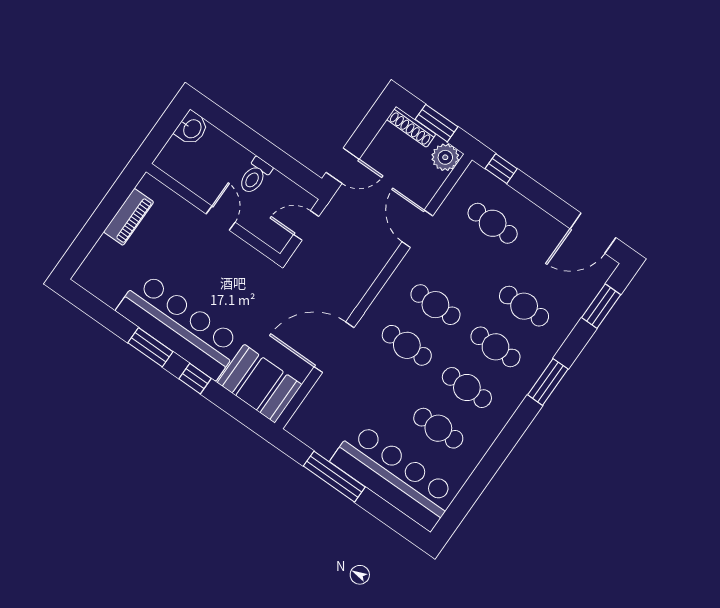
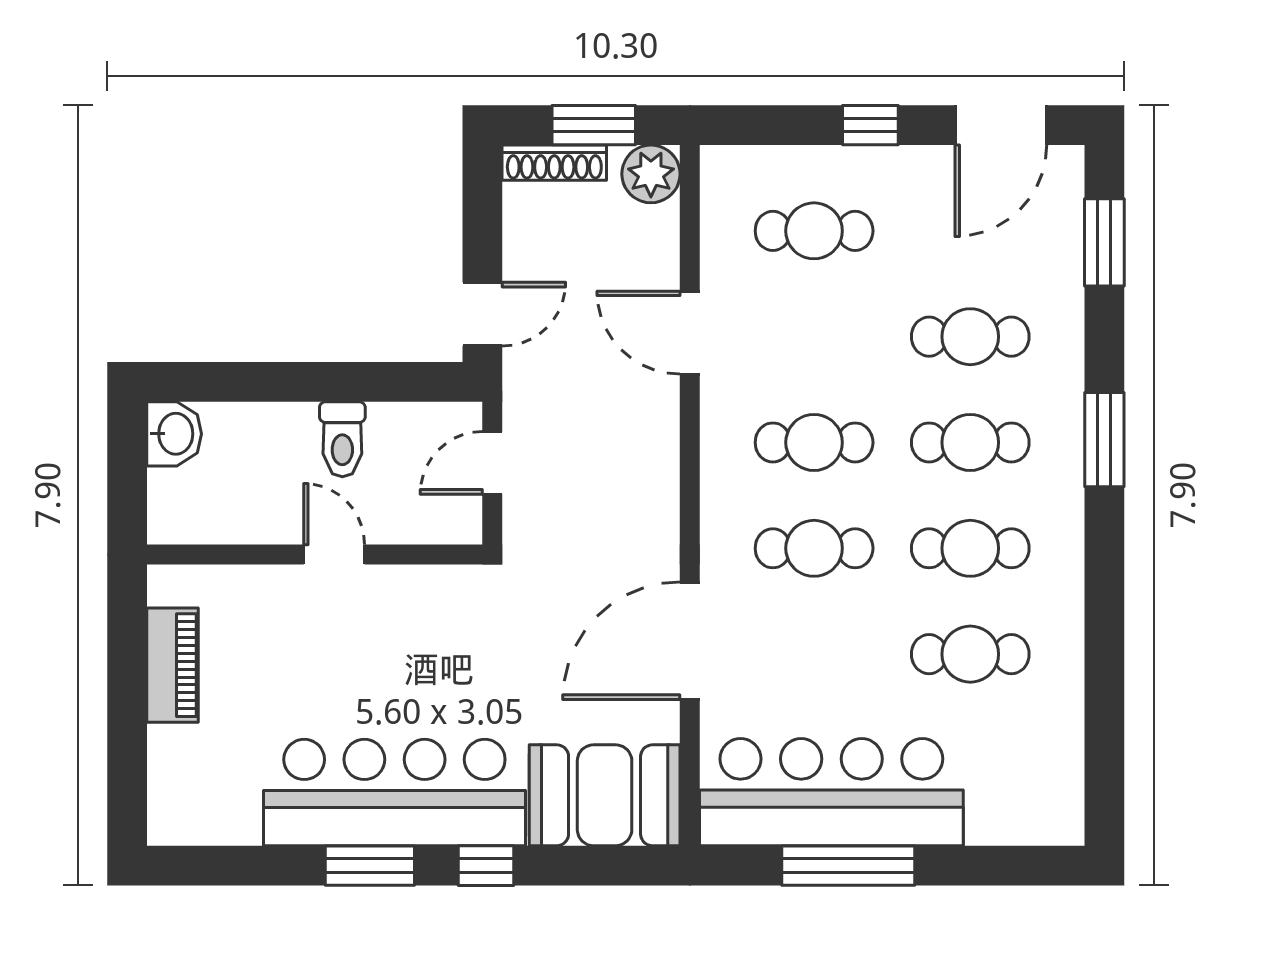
window: (501, 169) -> (870, 125), moved
bar counter: (394, 477) -> (831, 792), moved

